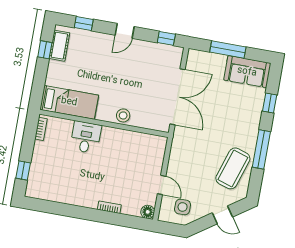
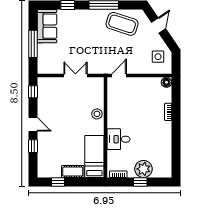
window: (84, 24) -> (33, 146), moved
cot: (59, 46) -> (73, 172), moved
double door: (177, 97) -> (75, 75), width x0.54
plant: (42, 162) -> (144, 169), added
window: (23, 171) -> (140, 182), moved
door: (162, 185) -> (119, 75), moved

